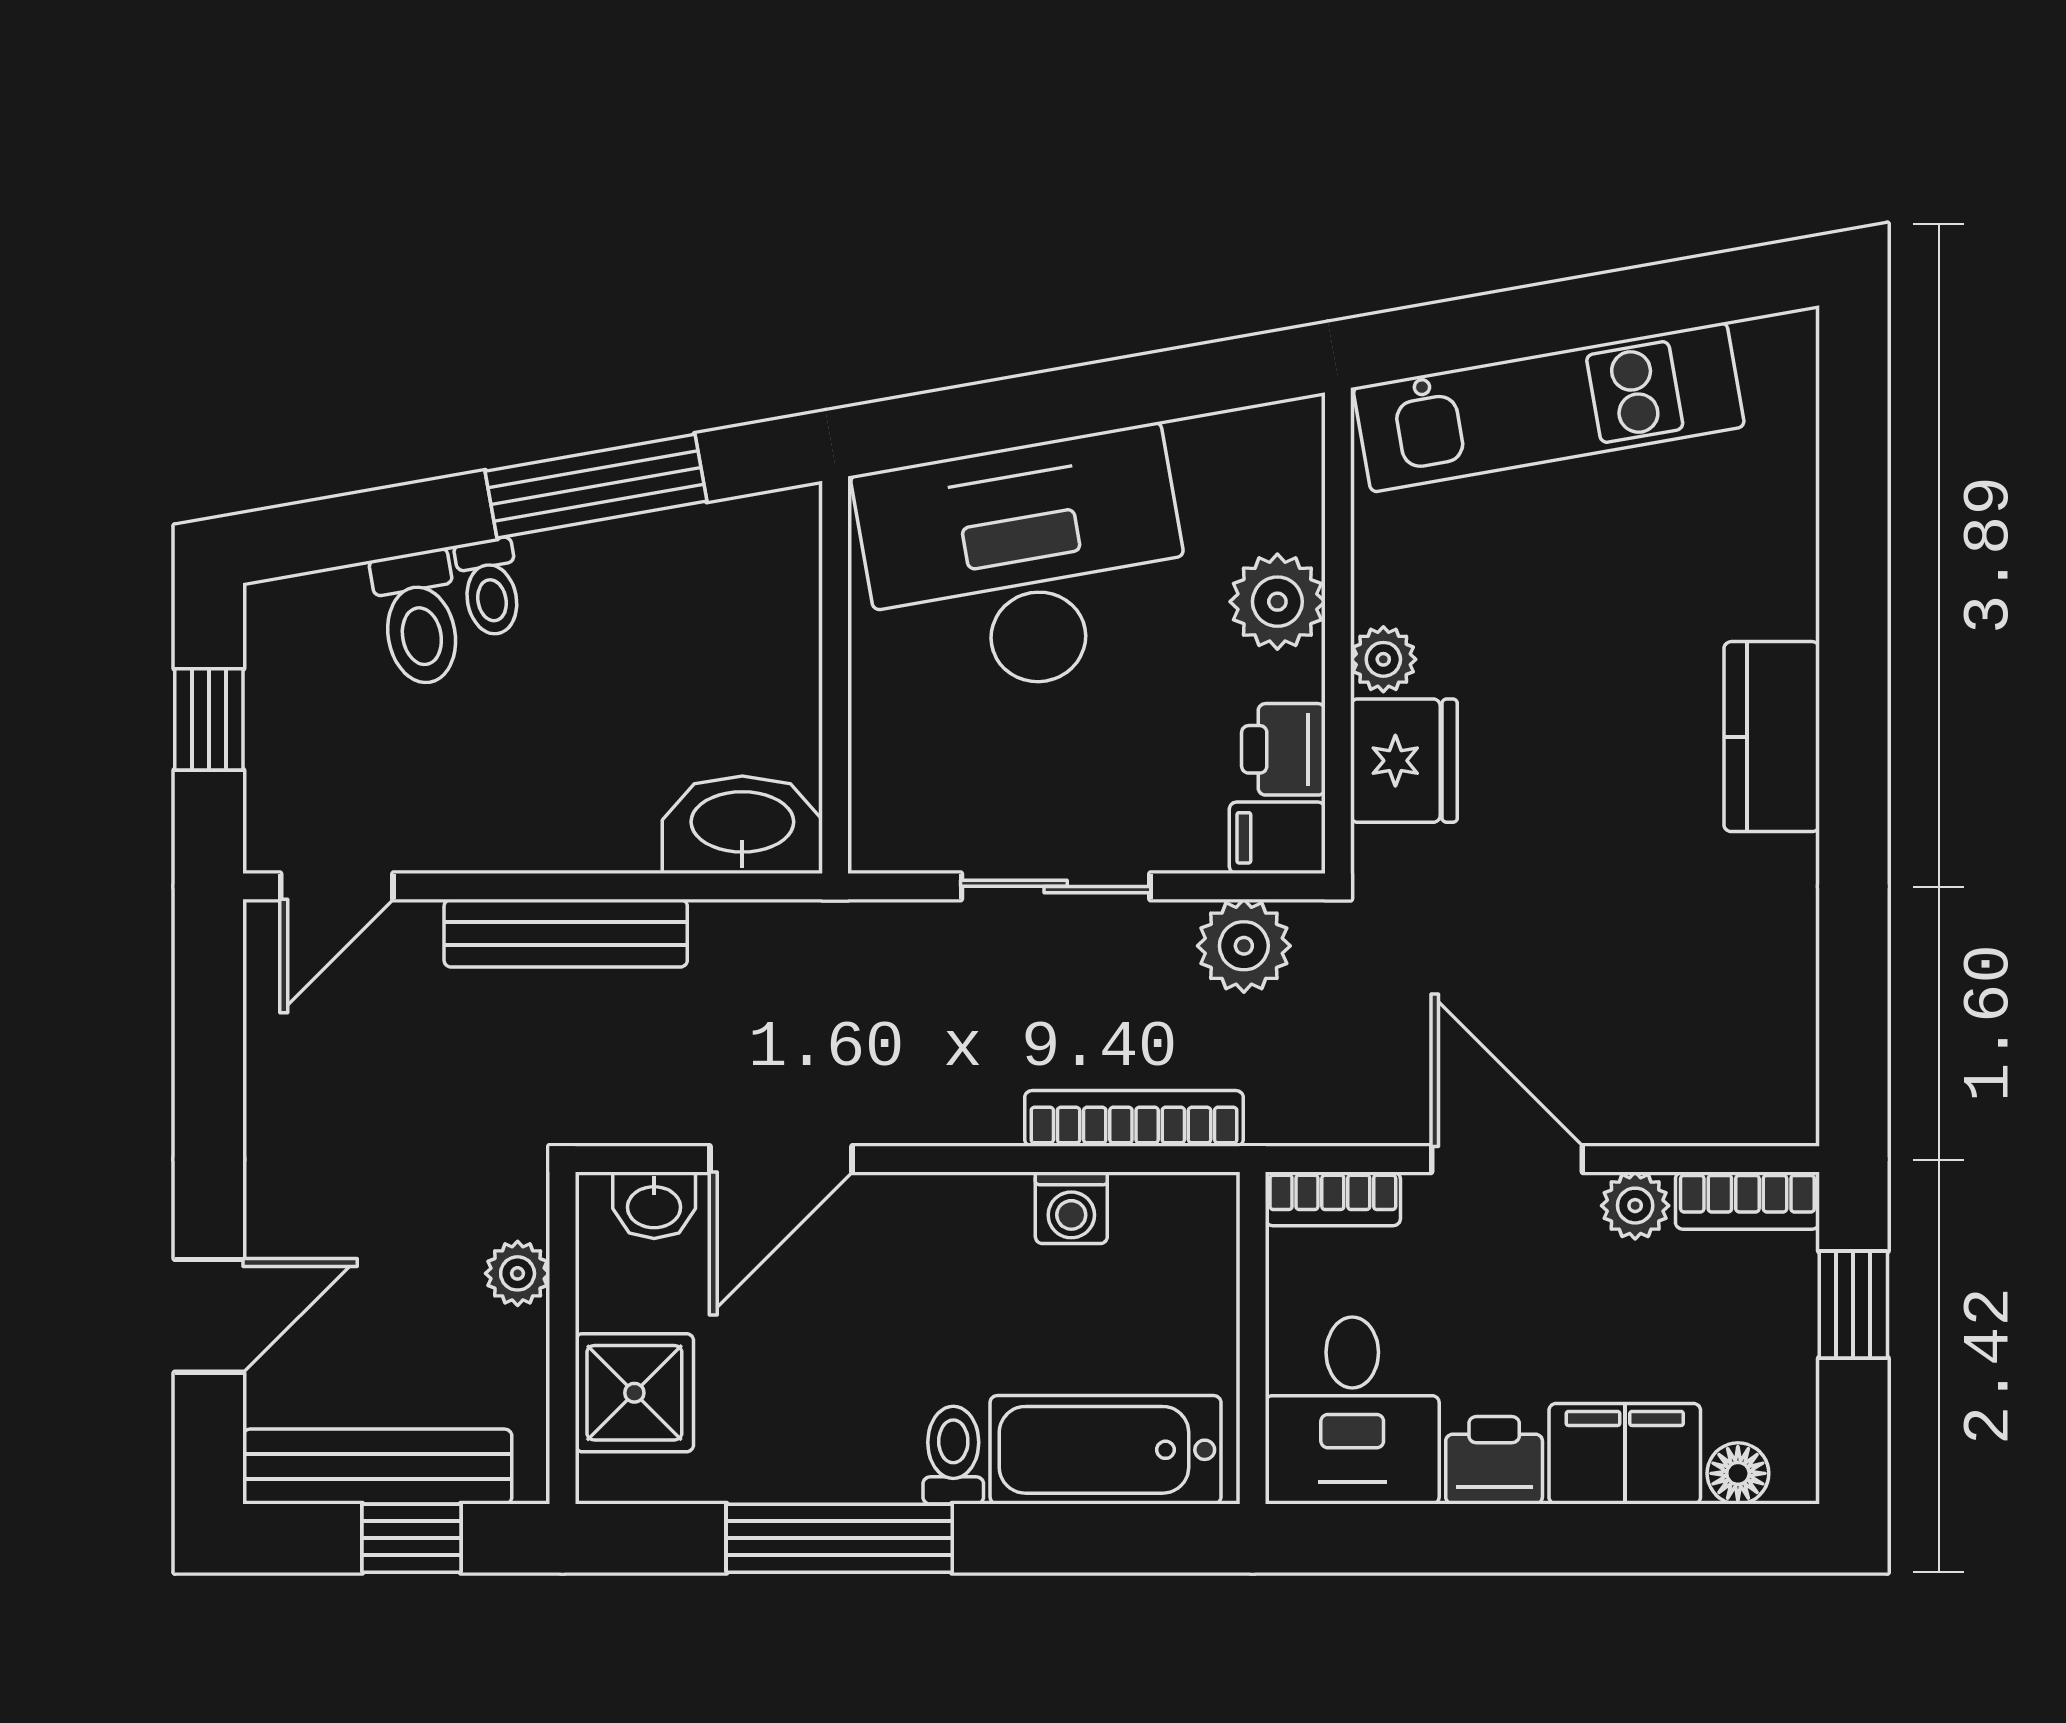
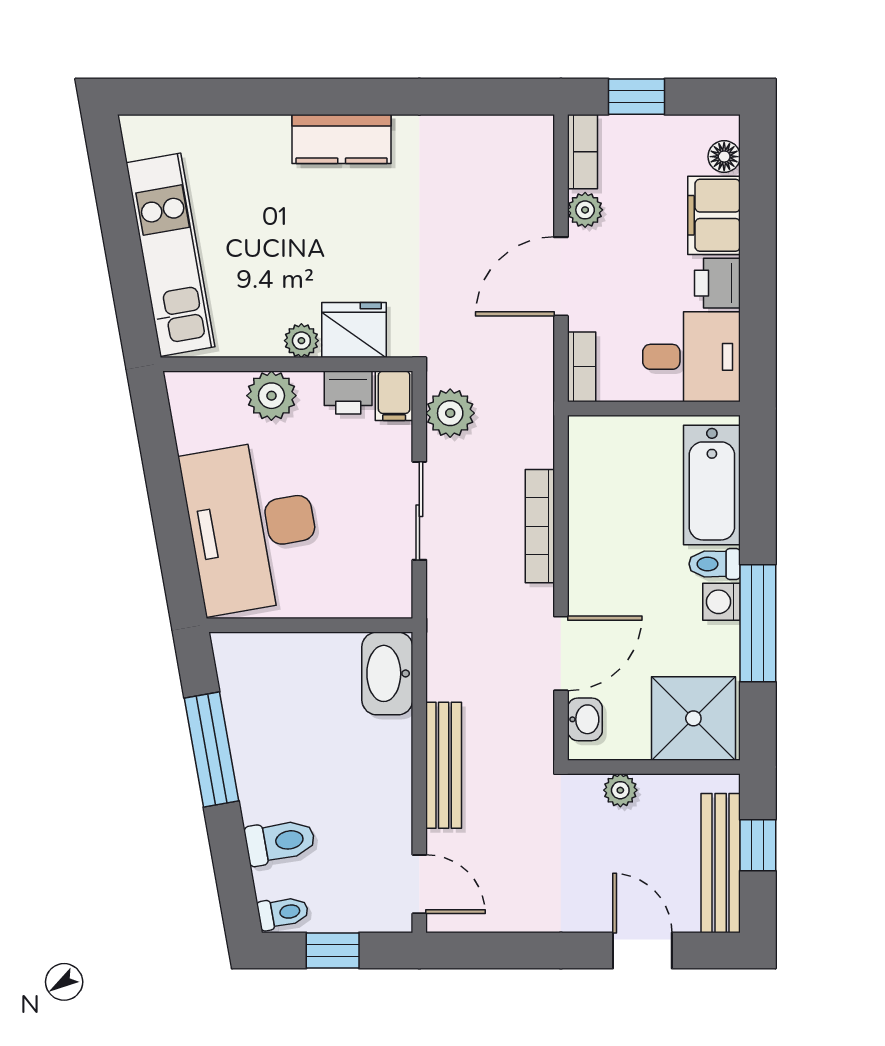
toilet: (490, 587) -> (283, 913), moved
bookcase: (1134, 1118) -> (540, 526), moved
door: (781, 1159) -> (561, 653), hinge flipped
washing machine: (1071, 1208) -> (721, 602), moved, turned 180
shower: (634, 1393) -> (693, 718), width x1.36, depth x1.36

